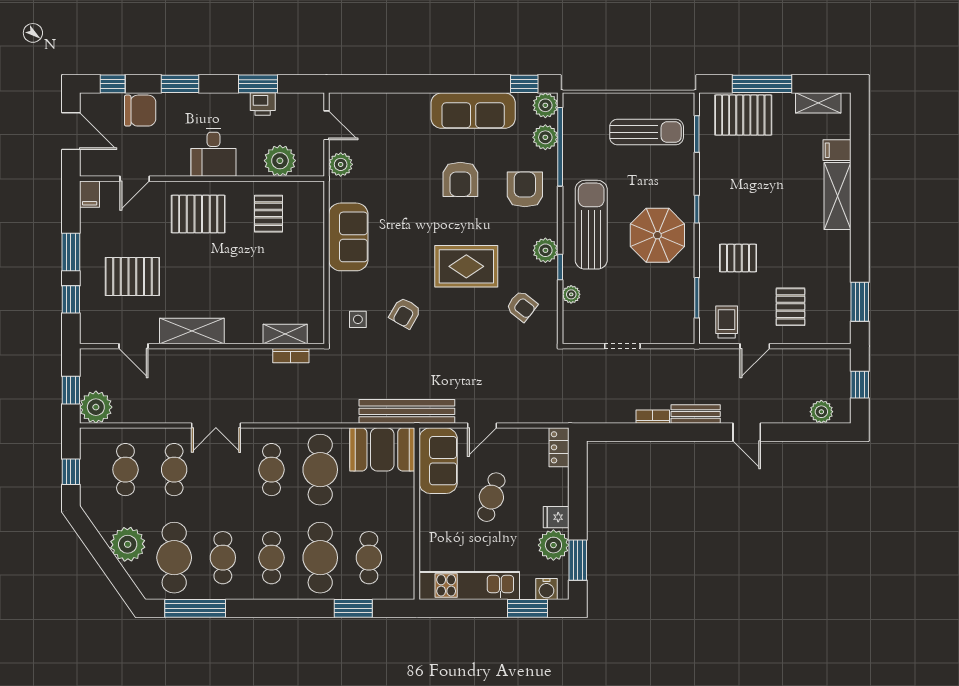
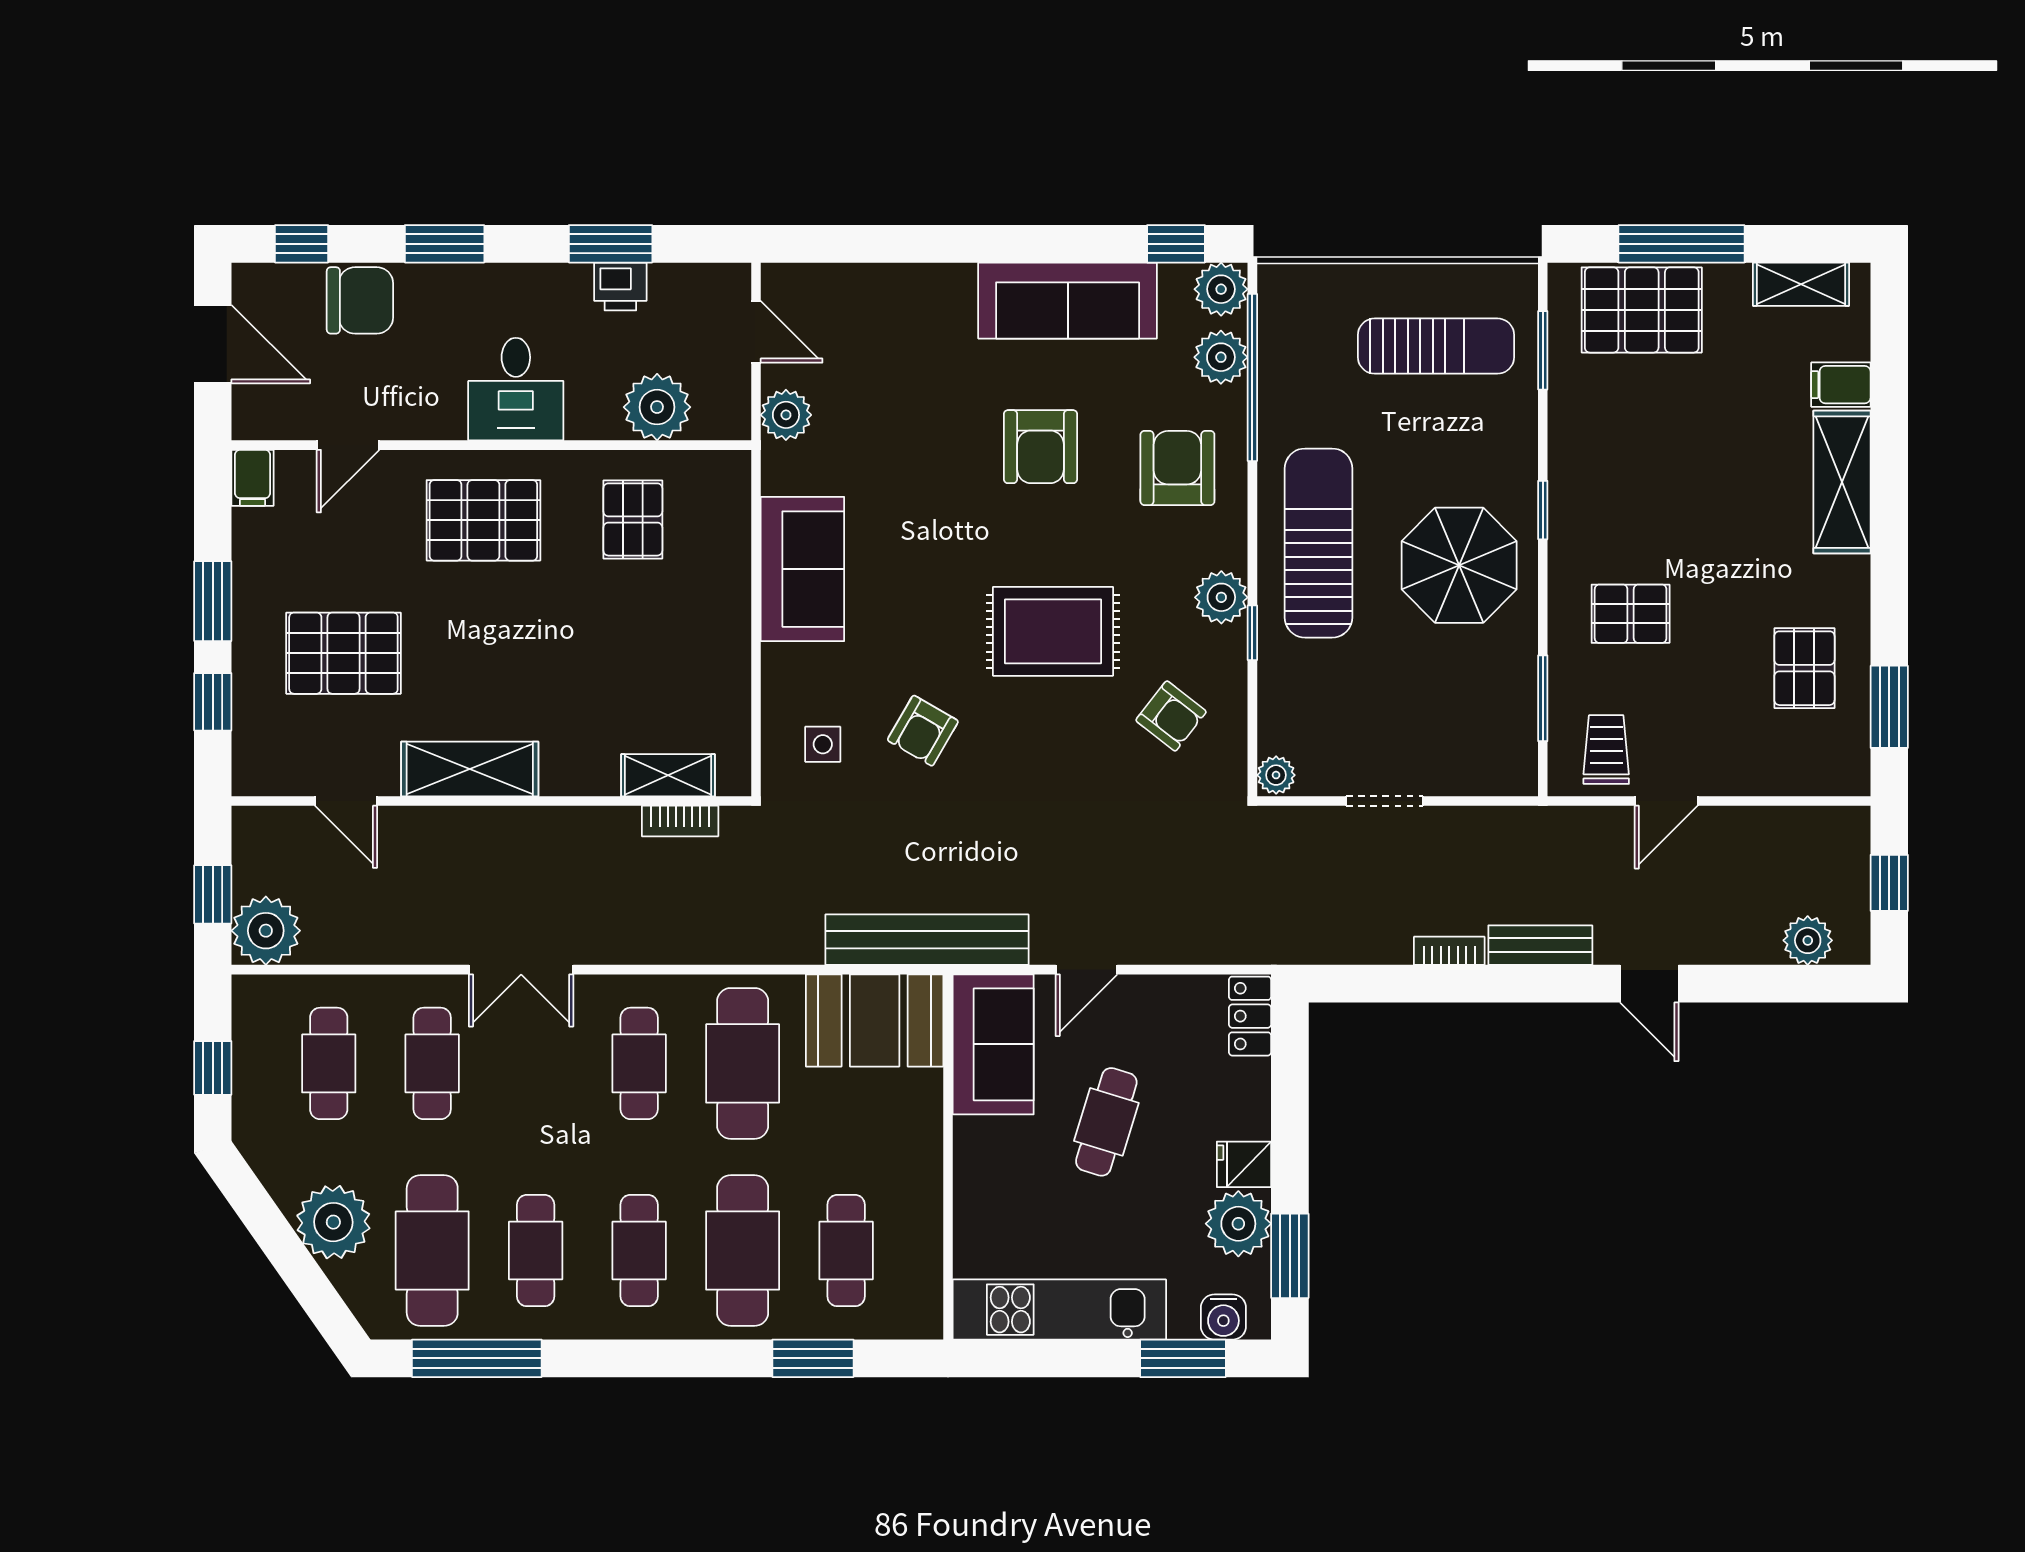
plant: (571, 294) -> (1276, 775), moved
pallet: (790, 307) -> (1804, 668), moved

